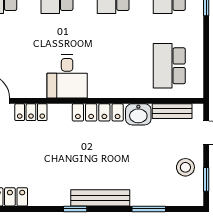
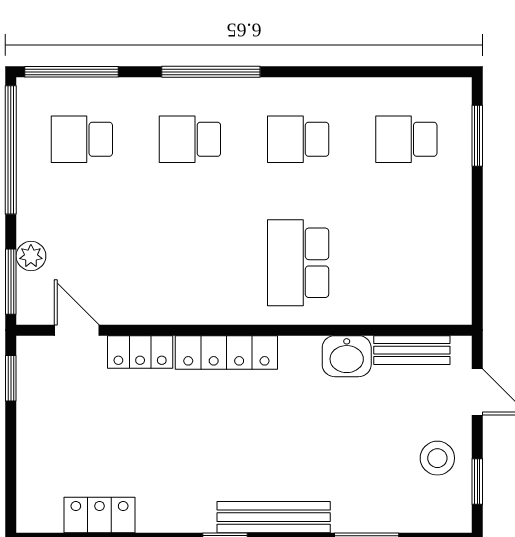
school desk: (169, 66) -> (298, 263), moved
desk: (67, 76) -> (210, 283), removed
locker: (98, 112) -> (226, 352), moved

